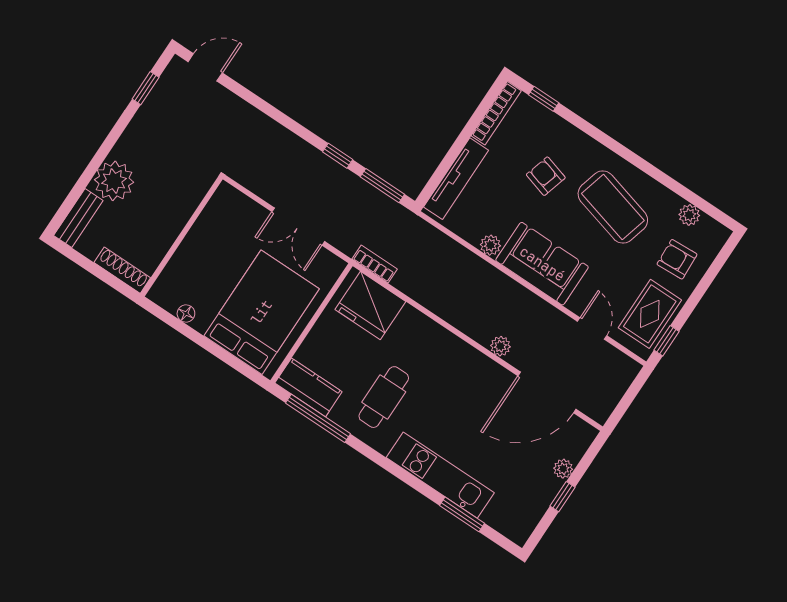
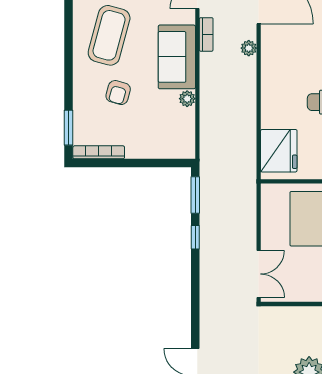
window: (544, 99) -> (69, 128), width x1.50
tv unit: (456, 179) -> (159, 150), removed
double door: (298, 227) -> (259, 274), moved
bookcase: (375, 264) -> (206, 34), moved, turned 180

